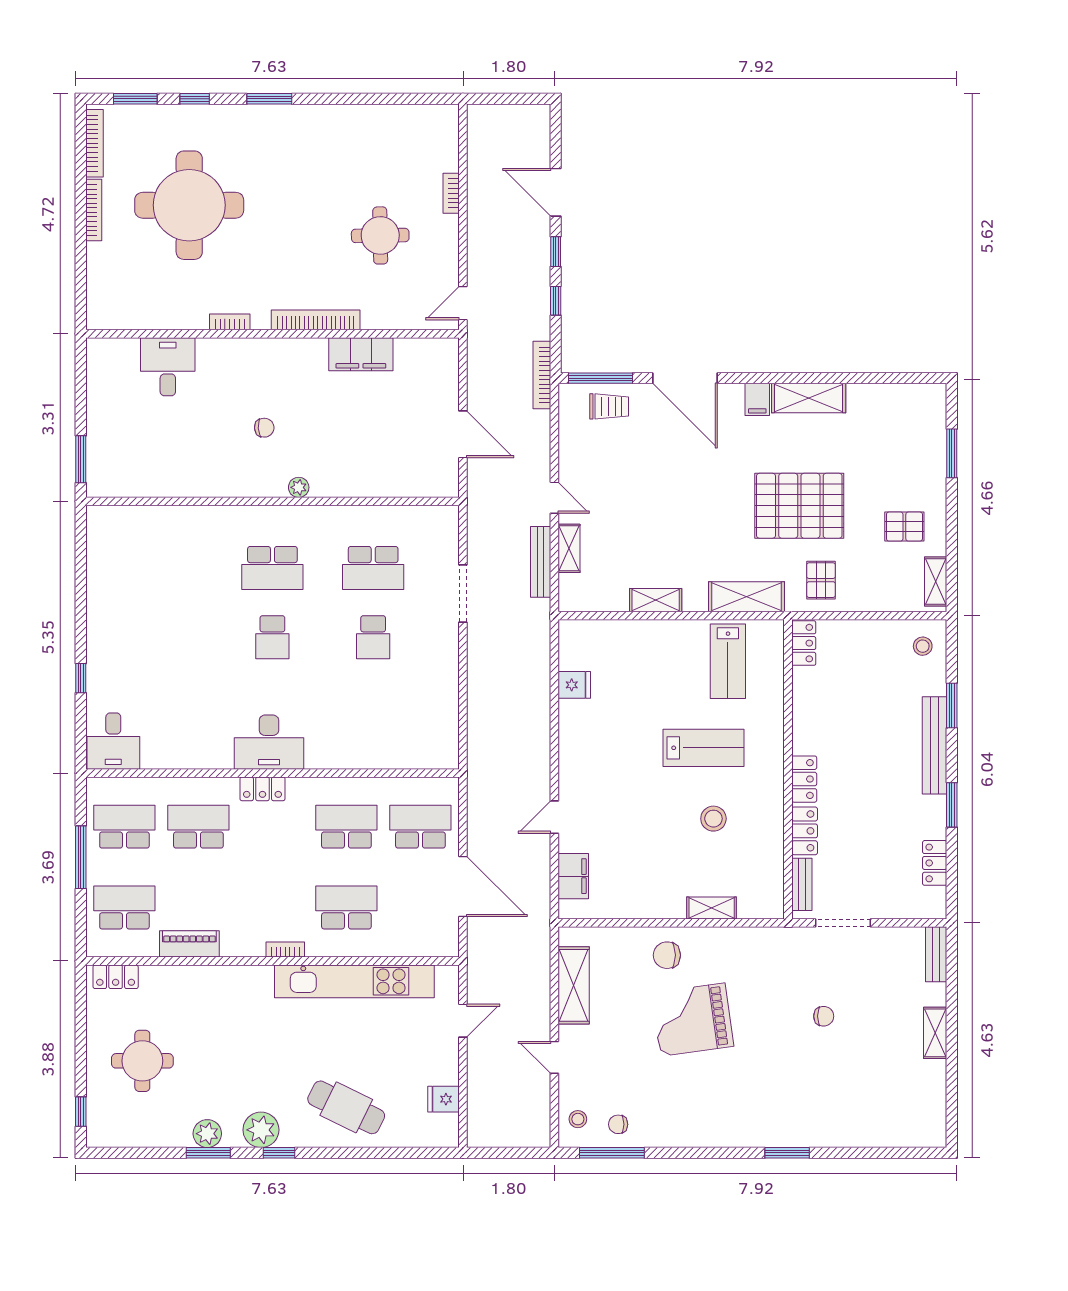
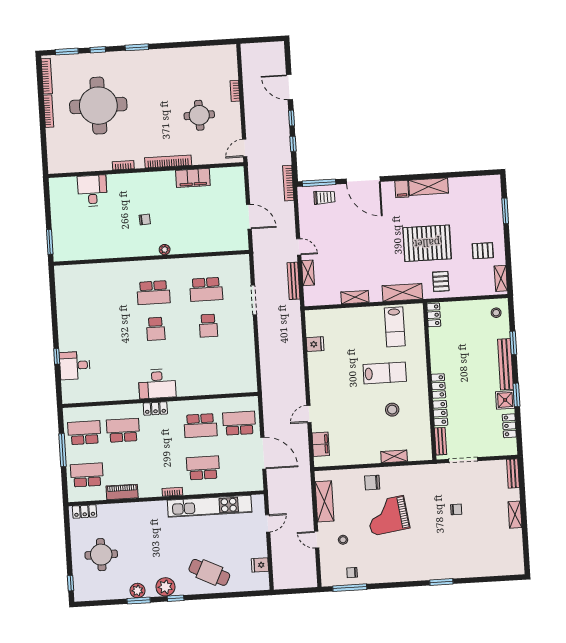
desk: (113, 741) -> (75, 365), moved, turned 90
shower: (930, 813) -> (505, 400), added
school desk: (346, 827) -> (200, 426), turned 180
stool: (578, 1119) -> (343, 540), moved

